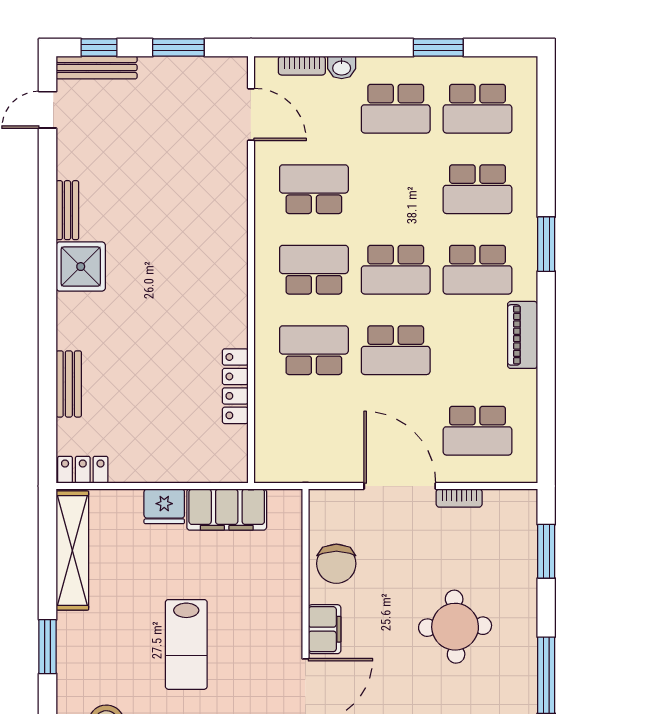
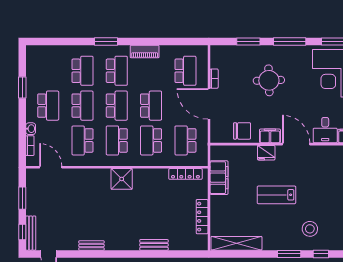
school desk: (477, 109) -> (83, 106), moved
door: (251, 115) -> (51, 167), hinge flipped
shower: (81, 267) -> (122, 179), moved
bench: (69, 384) -> (154, 245), moved
locker: (235, 386) -> (185, 174), moved
school desk: (314, 431) -> (185, 140), added
locker: (83, 470) -> (202, 217), moved, width x1.53
door: (400, 486) -> (209, 104), hinge flipped
fridge: (164, 506) -> (266, 153), moved, turned 90
window: (546, 551) -> (248, 42), moved
lab bench: (186, 644) -> (276, 195), turned 180
window: (48, 647) -> (289, 254), moved

